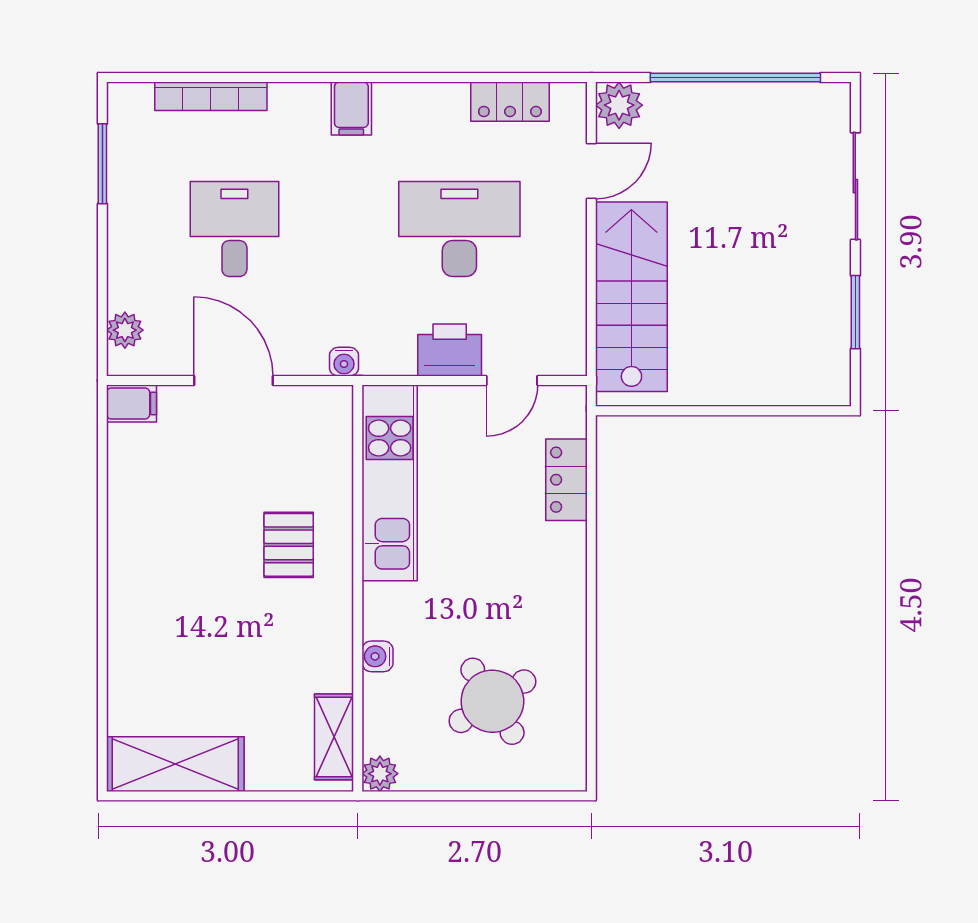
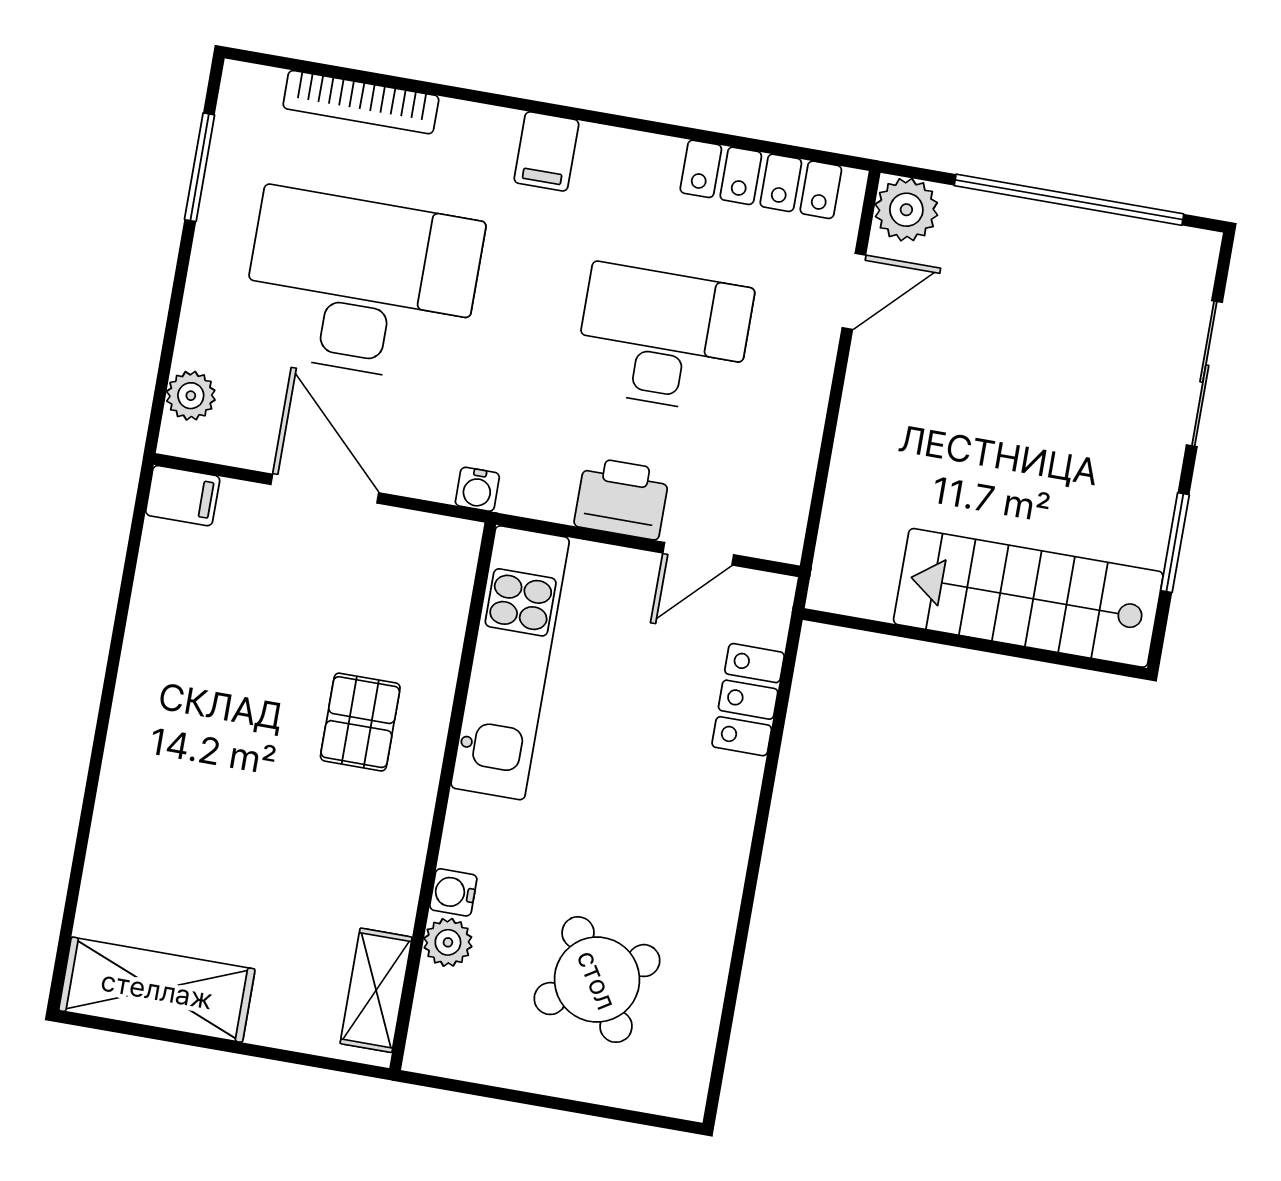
locker: (510, 102) -> (761, 179), width x1.53
desk: (234, 229) -> (361, 286), width x1.87, depth x1.30
stairs: (631, 297) -> (1028, 598), moved, turned -90
plant: (380, 774) -> (448, 942), moved

